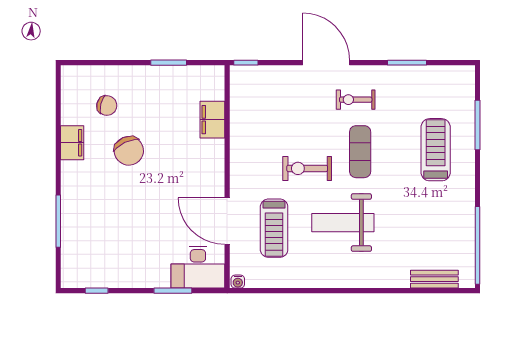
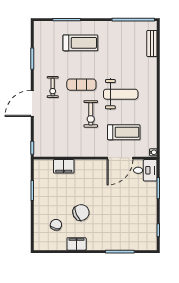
treadmill: (436, 150) -> (80, 43), turned 180
weight bench: (343, 223) -> (121, 94), turned -90
desk: (198, 267) -> (145, 170), width x0.73

